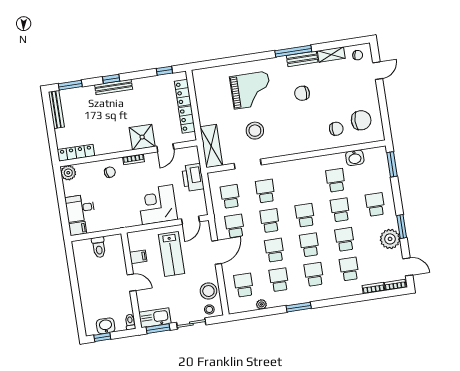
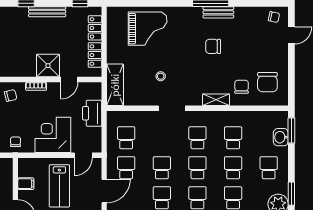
shelving: (331, 55) -> (216, 100), moved
bench: (114, 87) -> (47, 12), moved
grand piano: (251, 90) -> (148, 29), moved
chair: (361, 120) -> (267, 82), turned 90
chair: (336, 129) -> (242, 87), turned -90
stool: (255, 131) -> (161, 76), width x0.53, depth x0.53
washbasin: (355, 158) -> (281, 137), moved, turned 90
doorway: (248, 164) -> (172, 108), moved
school desk: (265, 191) -> (197, 138), moved
chair: (122, 217) -> (16, 142), added

